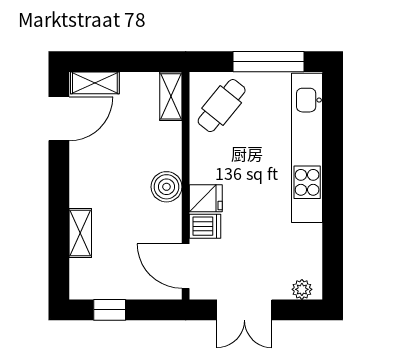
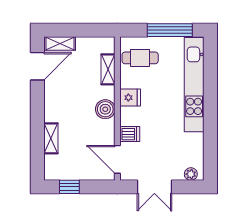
shelving: (171, 96) -> (108, 69), moved
cafe table: (222, 106) -> (140, 58), turned 51
fridge: (206, 198) -> (130, 98), moved

